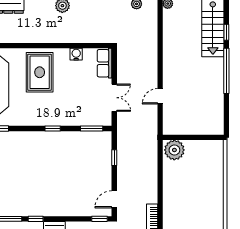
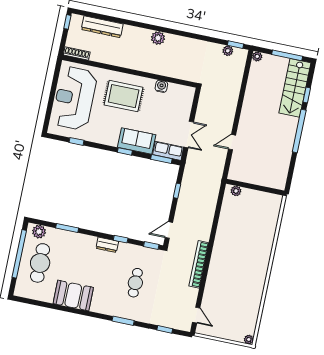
row of seats: (105, 63) -> (168, 151), moved, turned 90
rug: (40, 72) -> (124, 96), turned 90
sofa: (62, 115) -> (137, 141), added
plant: (174, 150) -> (236, 191), width x0.53, depth x0.53
window: (36, 219) -> (121, 239), moved

